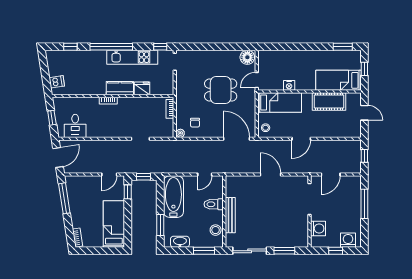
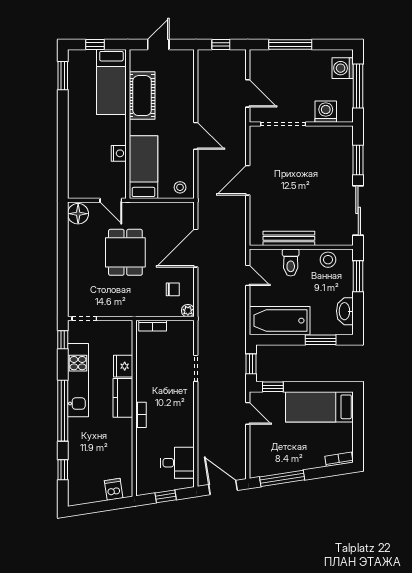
door: (236, 139) -> (196, 248), moved
bench: (230, 215) -> (289, 238), moved
window: (336, 251) -> (358, 86), width x2.17

